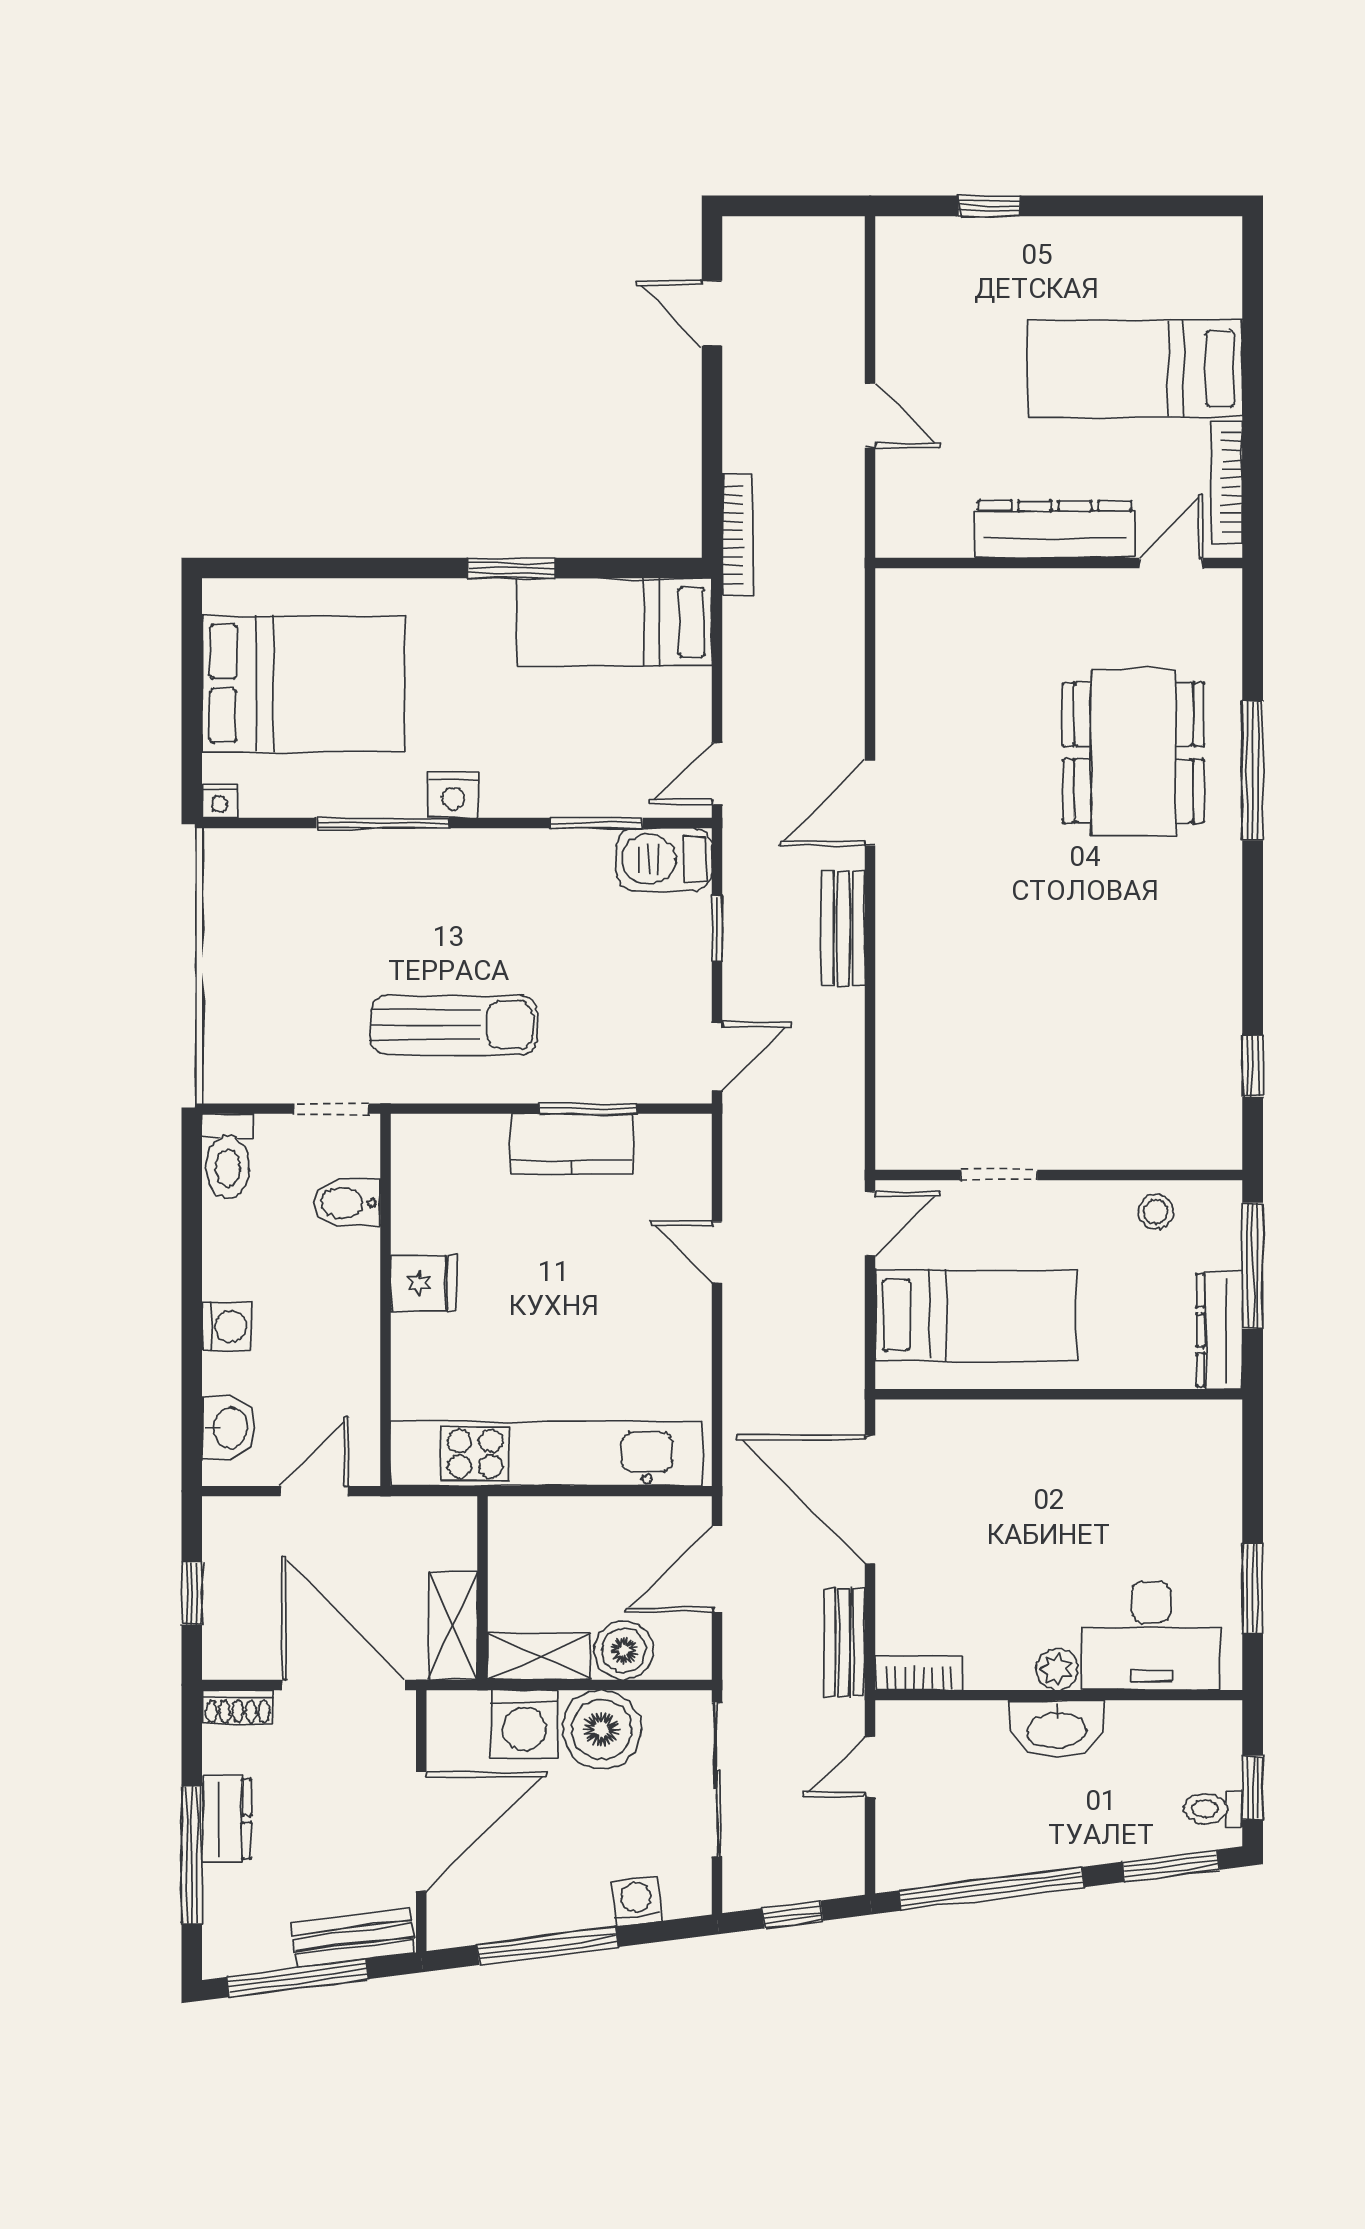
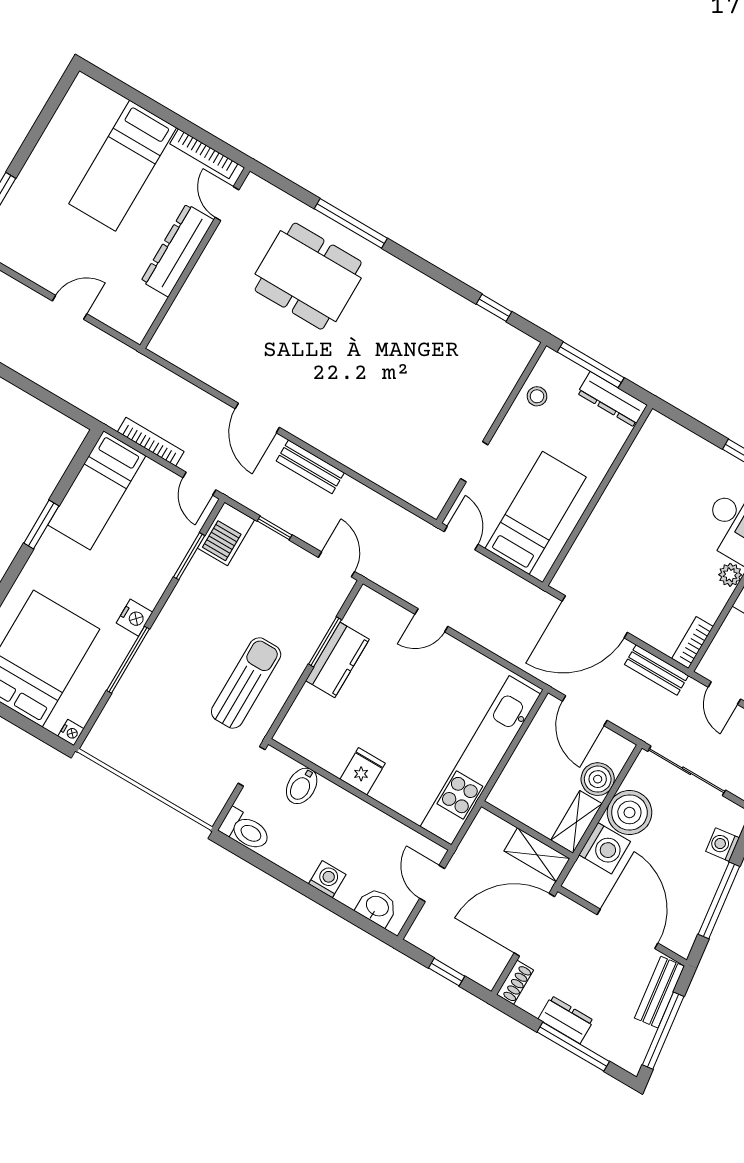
bookcase: (738, 535) -> (151, 442), moved

